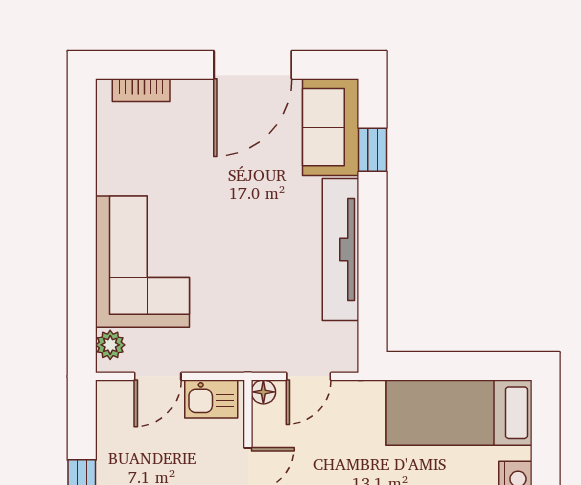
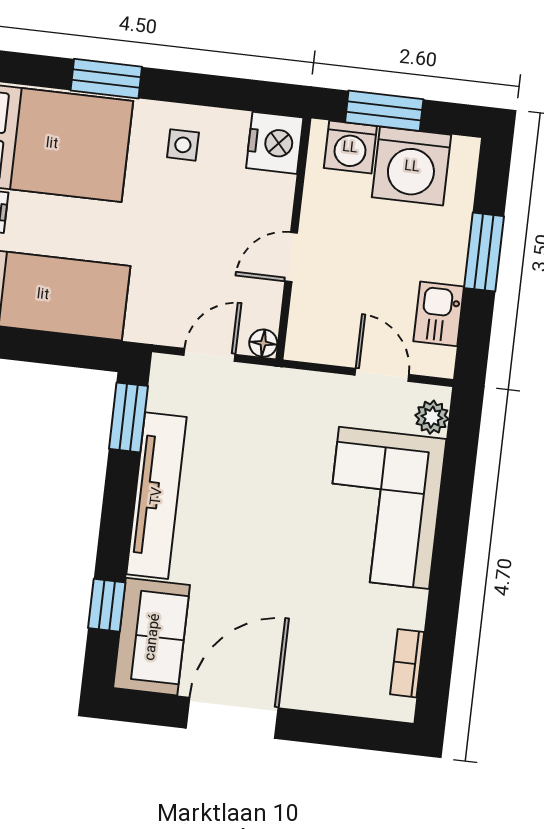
bookcase: (141, 90) -> (407, 663), moved, turned -90
window: (373, 314) -> (128, 417), added
door: (158, 376) -> (382, 375), hinge flipped
kitchen sink: (211, 399) -> (439, 314), moved, turned -90

